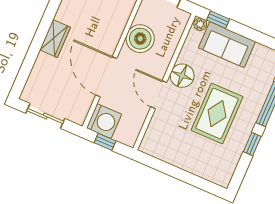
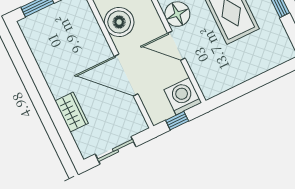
wardrobe: (55, 39) -> (72, 112), moved
washing machine: (104, 121) -> (183, 96), moved, turned -90

